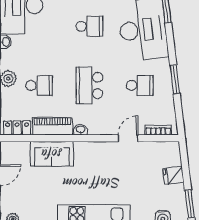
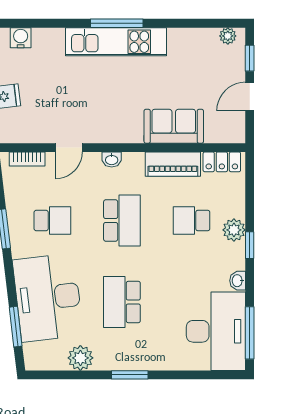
school desk: (89, 26) -> (122, 302), width x1.85
school desk: (140, 85) -> (52, 221), turned 180
washbasin: (80, 130) -> (112, 160), moved

